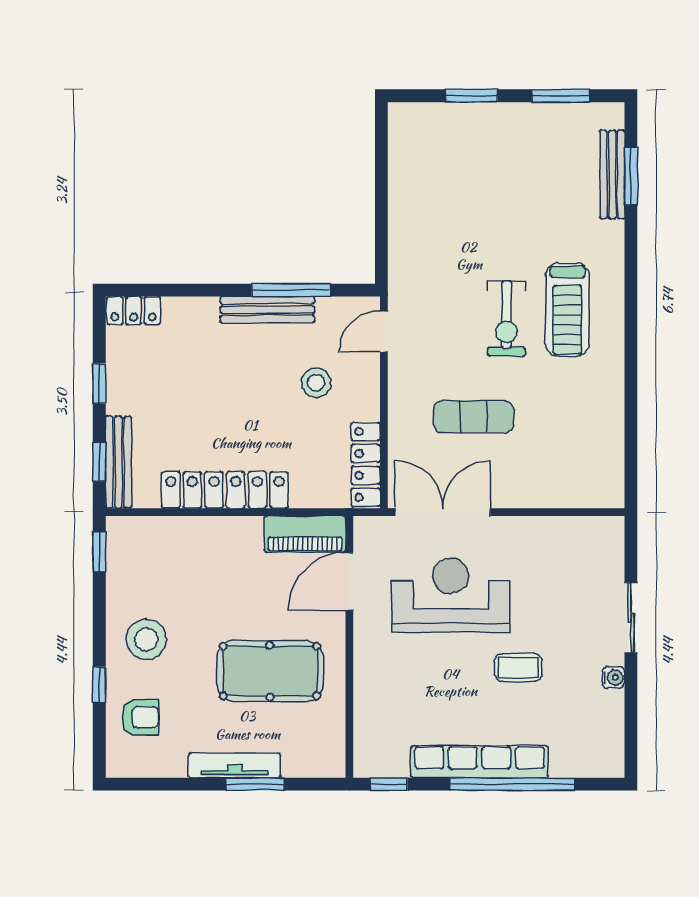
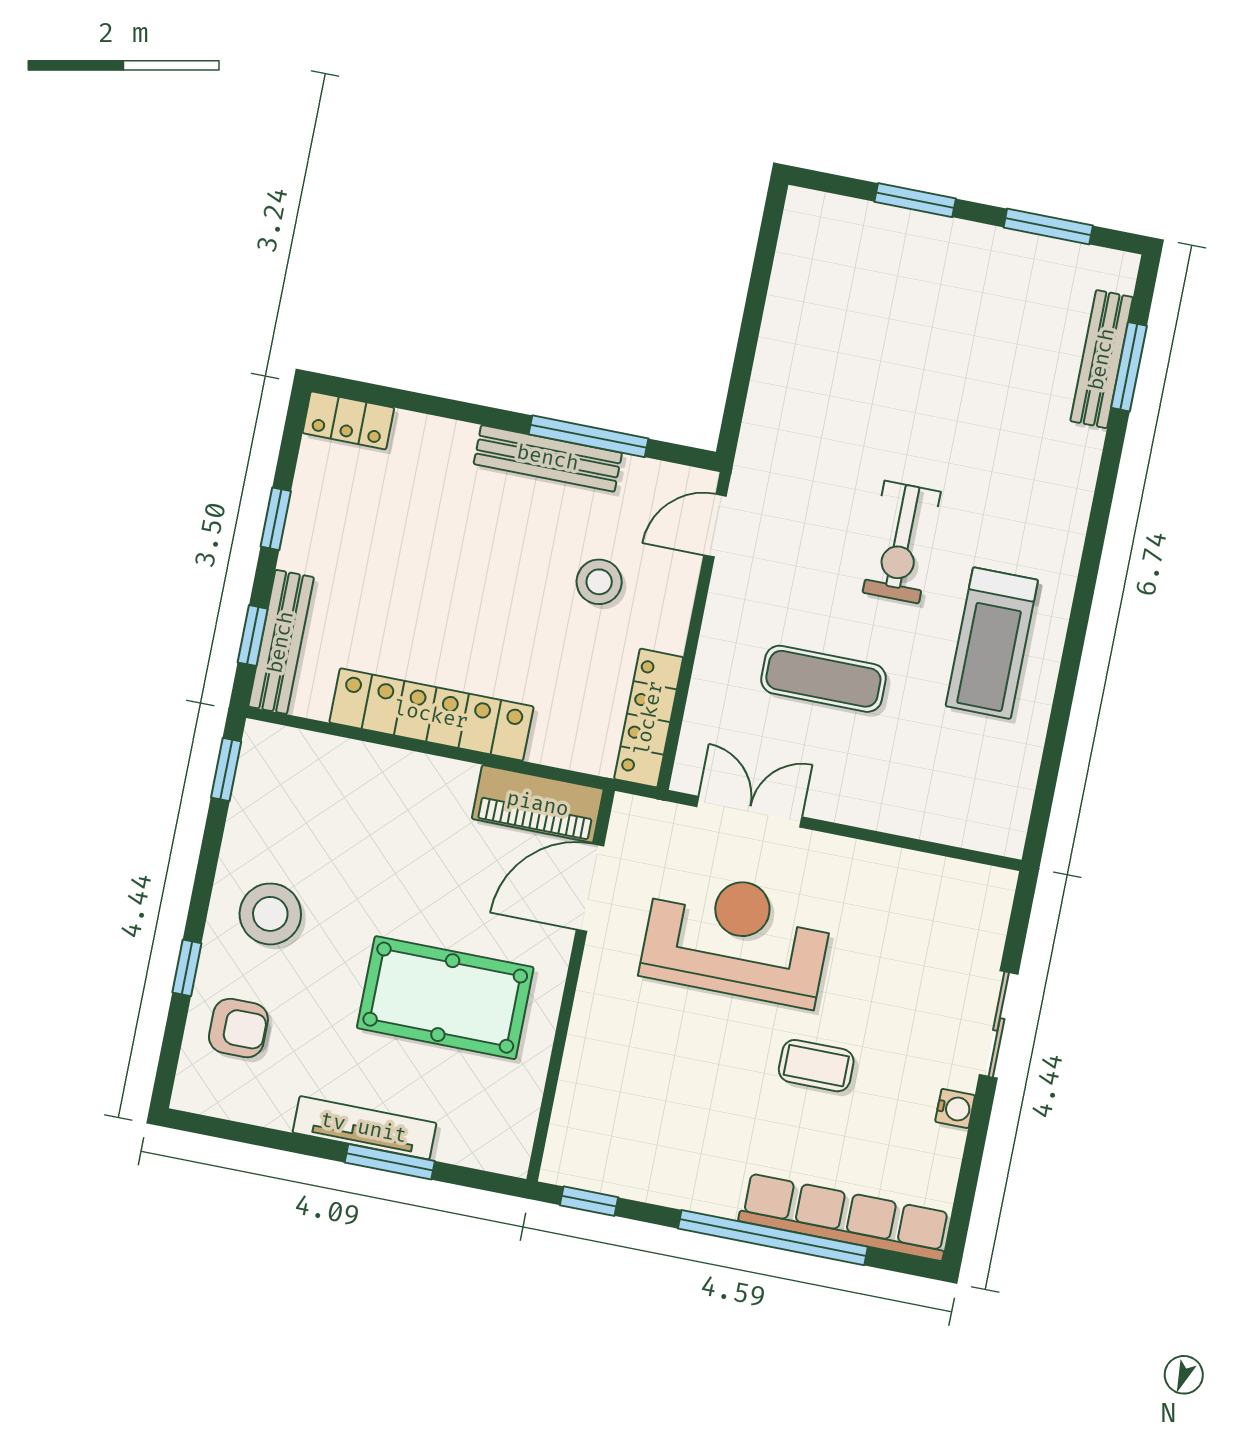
treadmill: (567, 310) -> (992, 643), moved
double door: (443, 512) -> (749, 812), width x0.73
row of seats: (480, 762) -> (845, 1217), moved

